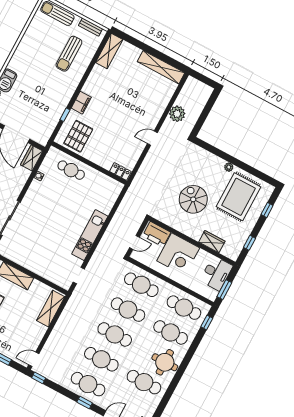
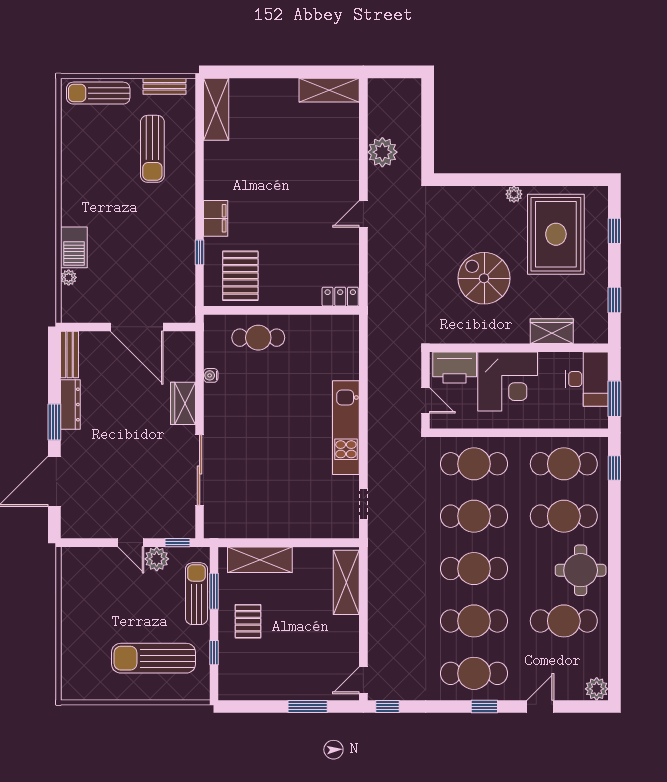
shelving: (161, 67) -> (329, 90), width x0.68
wardrobe: (32, 158) -> (183, 403), moved
door: (134, 242) -> (426, 400), hinge flipped

